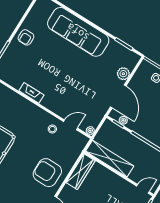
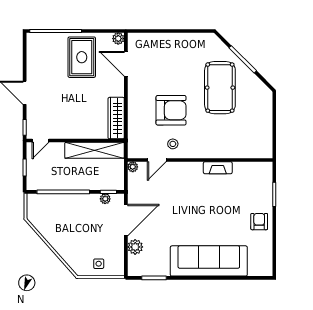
door: (118, 96) -> (126, 220), swing flipped
armchair: (47, 173) -> (171, 110), moved

